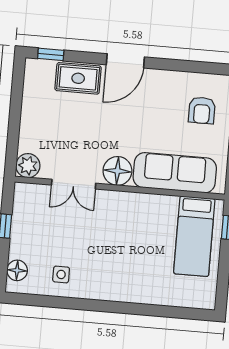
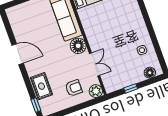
door: (125, 61) -> (18, 54), moved
armchair: (202, 110) -> (74, 88), moved

